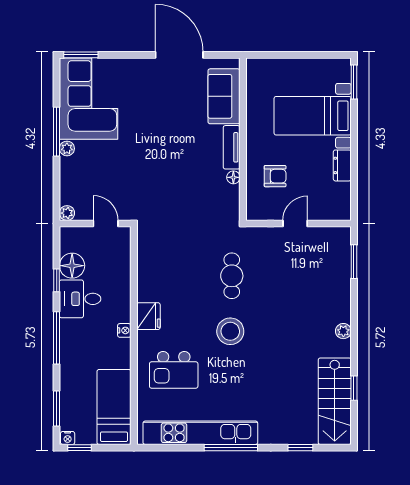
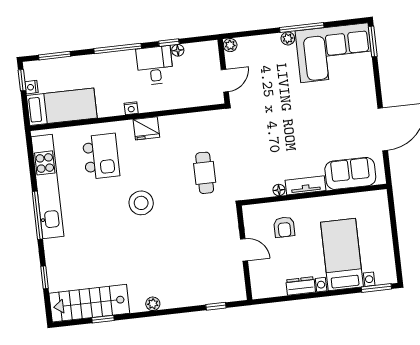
window: (354, 262) -> (216, 306), width x0.67
floor lamp: (72, 266) -> (178, 50), width x0.53, depth x0.53
cafe table: (232, 276) -> (205, 173), moved, turned 90
kitchen island: (174, 370) -> (101, 156), turned 180
nightstand: (68, 438) -> (31, 87), moved

